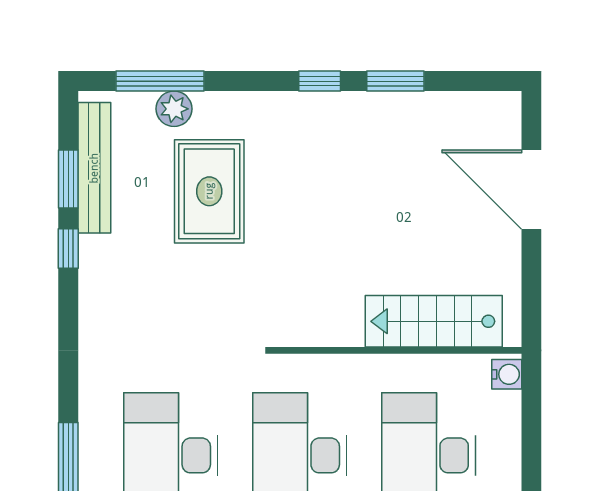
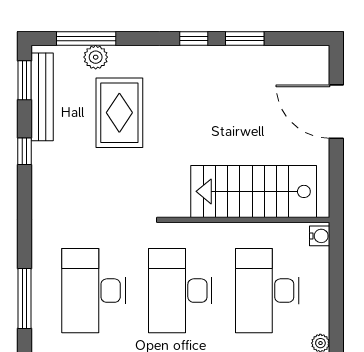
window: (68, 179) -> (24, 80), moved
stairs: (434, 321) -> (254, 191), width x1.36, depth x1.51

